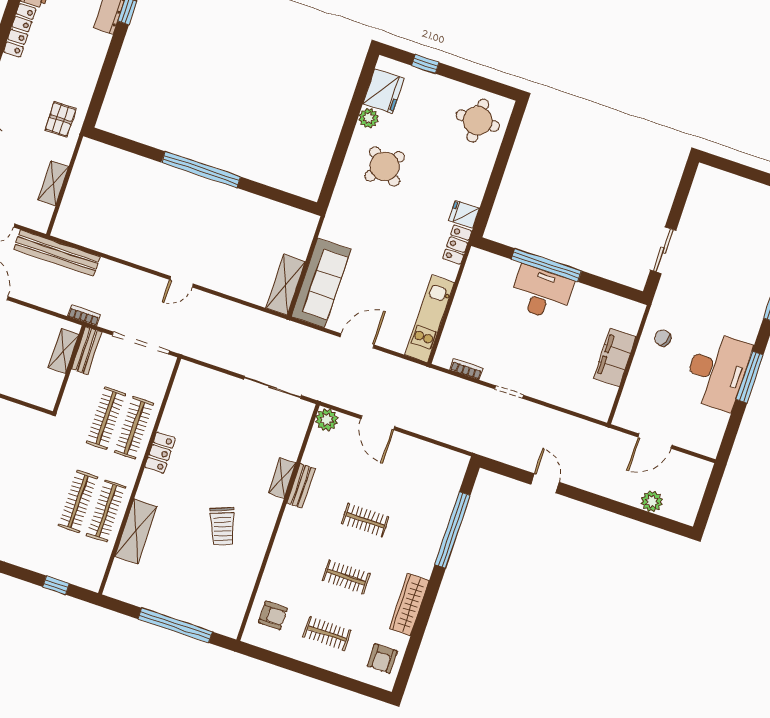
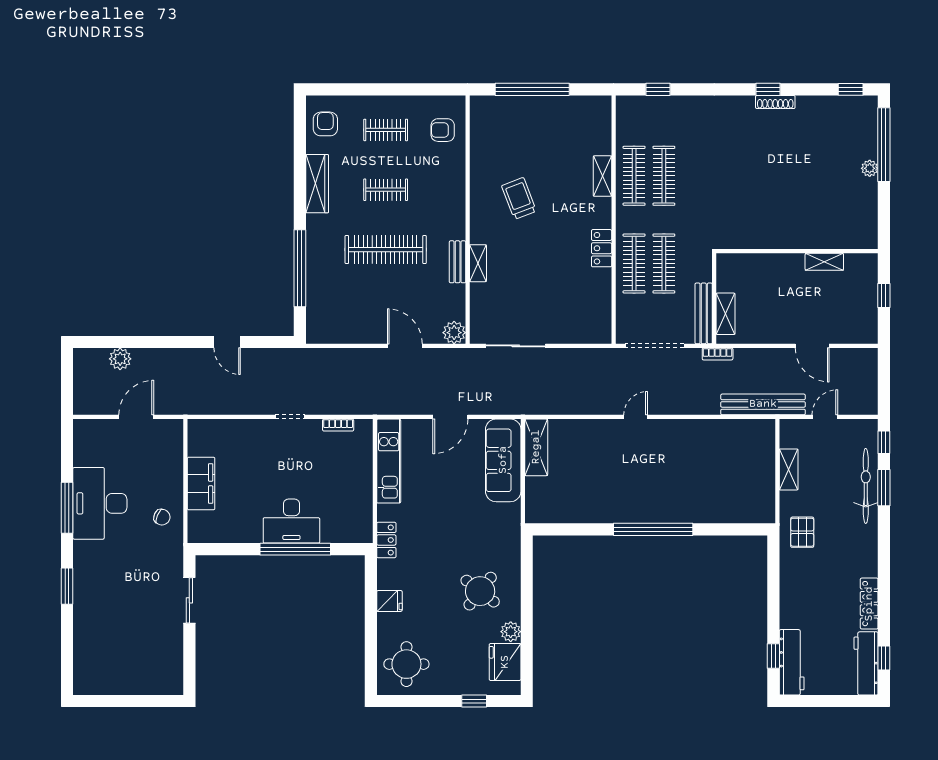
fridge: (464, 214) -> (389, 601), moved
bench: (87, 351) -> (704, 313), width x1.36
clothes rail: (365, 520) -> (386, 250), width x1.86, depth x1.31
shelving: (136, 531) -> (602, 176), width x0.67, depth x0.75

